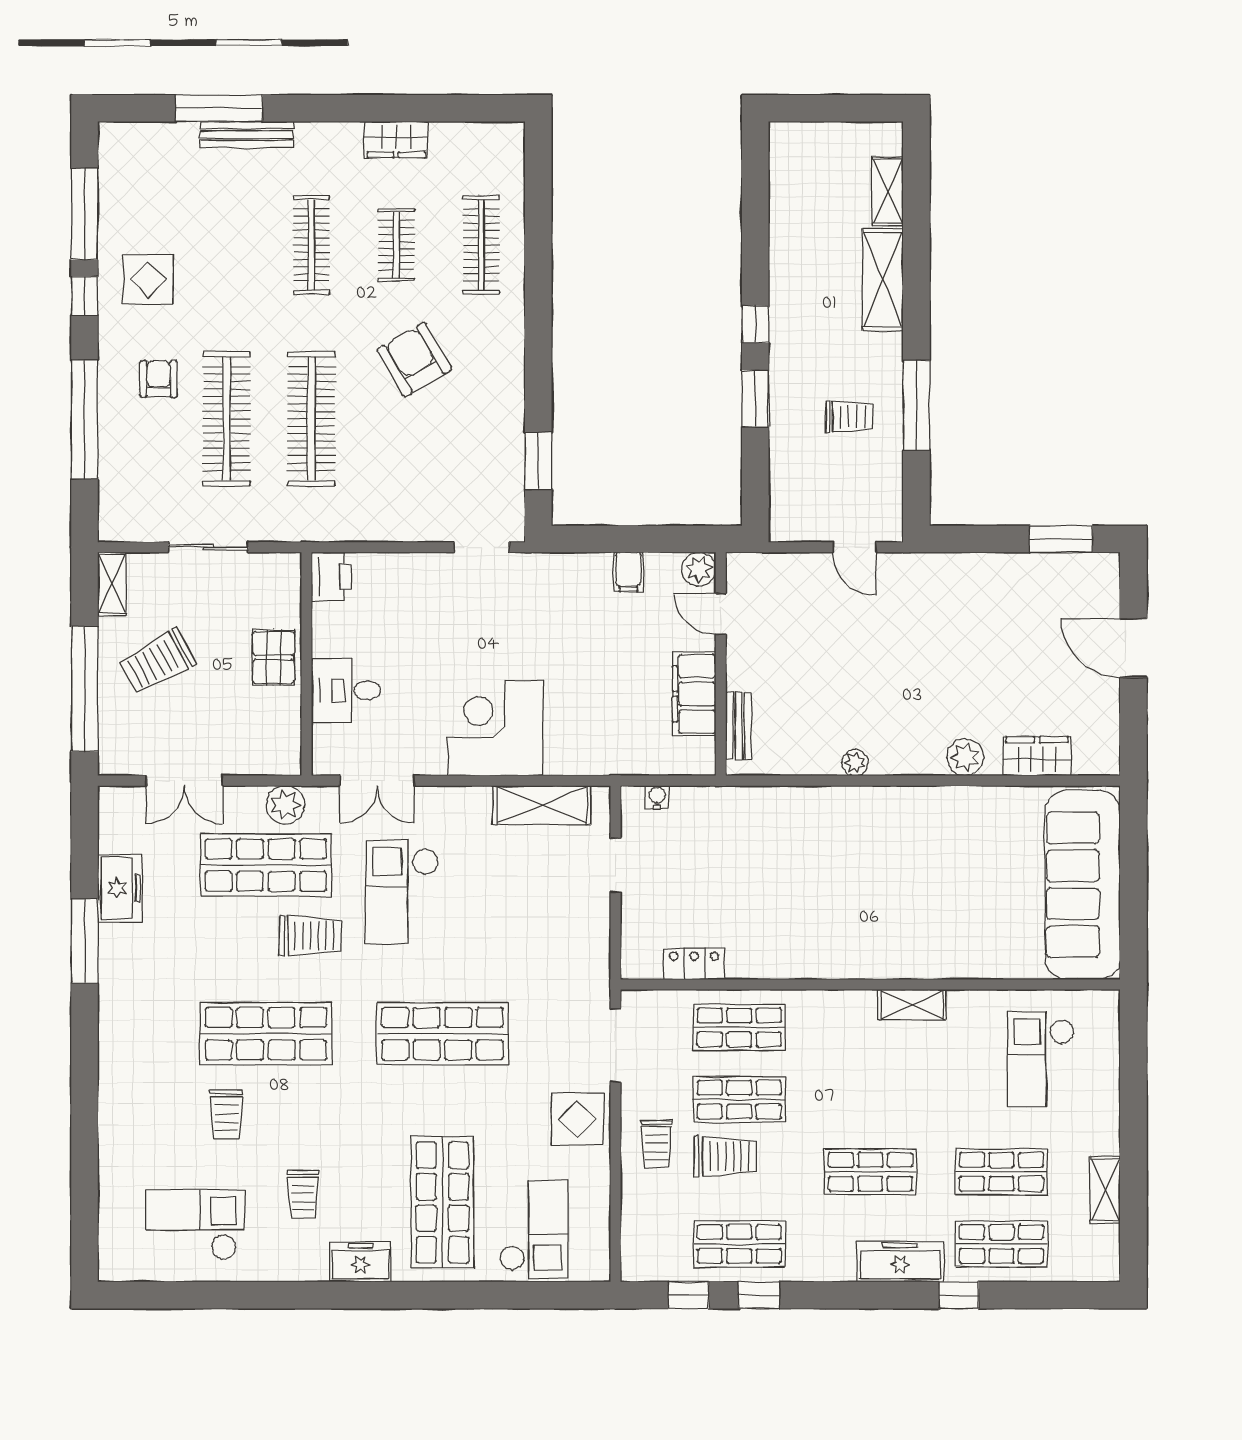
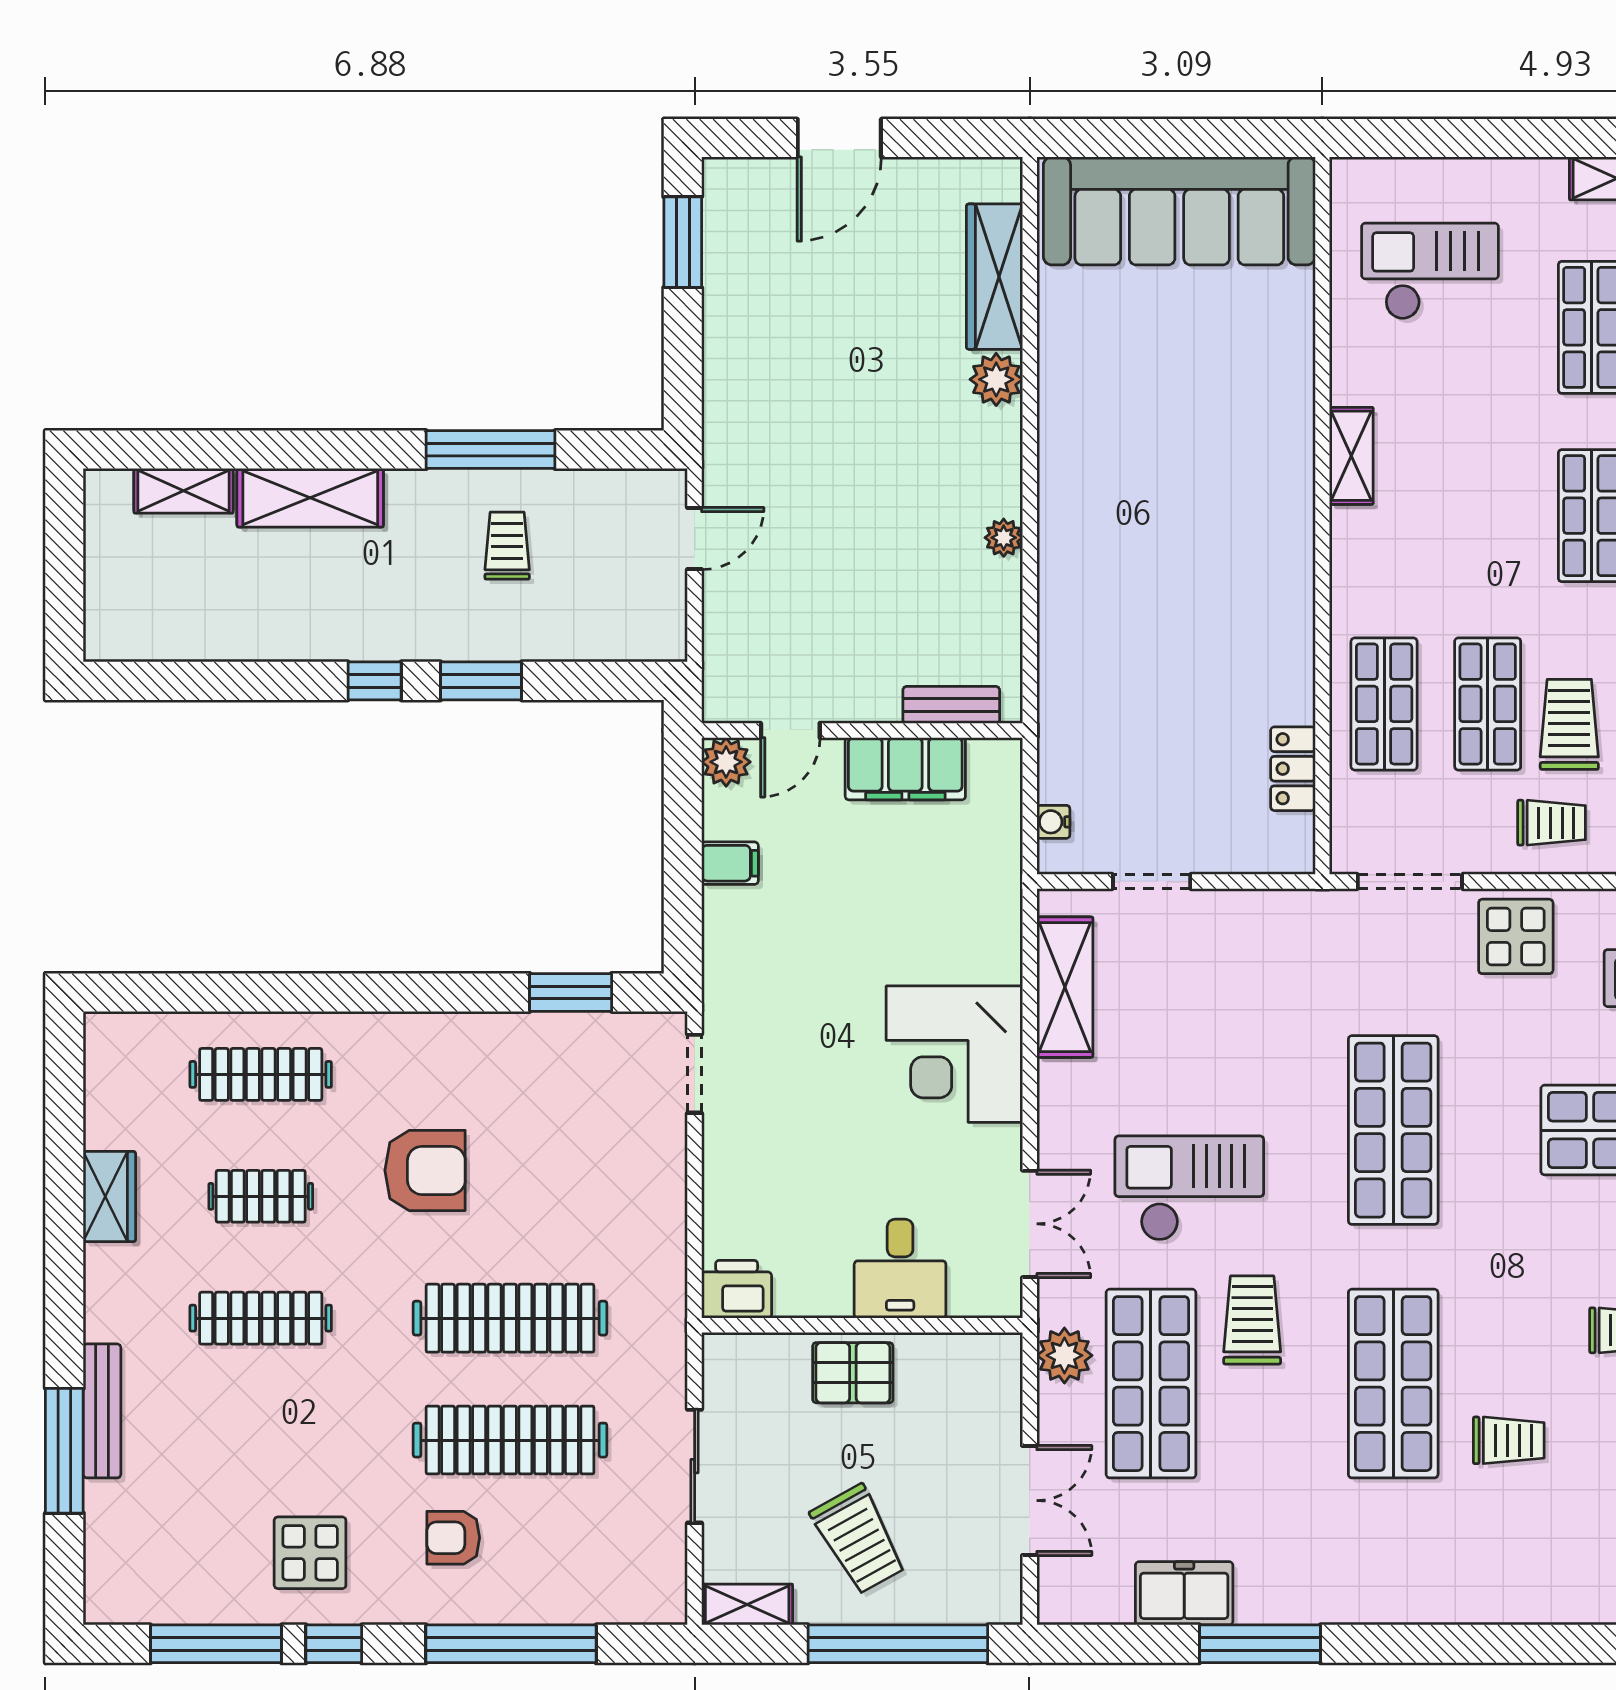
armchair: (414, 360) -> (425, 1170), turned -150
wardrobe: (1037, 756) -> (994, 277), width x1.50
checkout: (402, 892) -> (1189, 1188), turned 180
checkout: (1041, 1059) -> (1430, 271), turned 180

